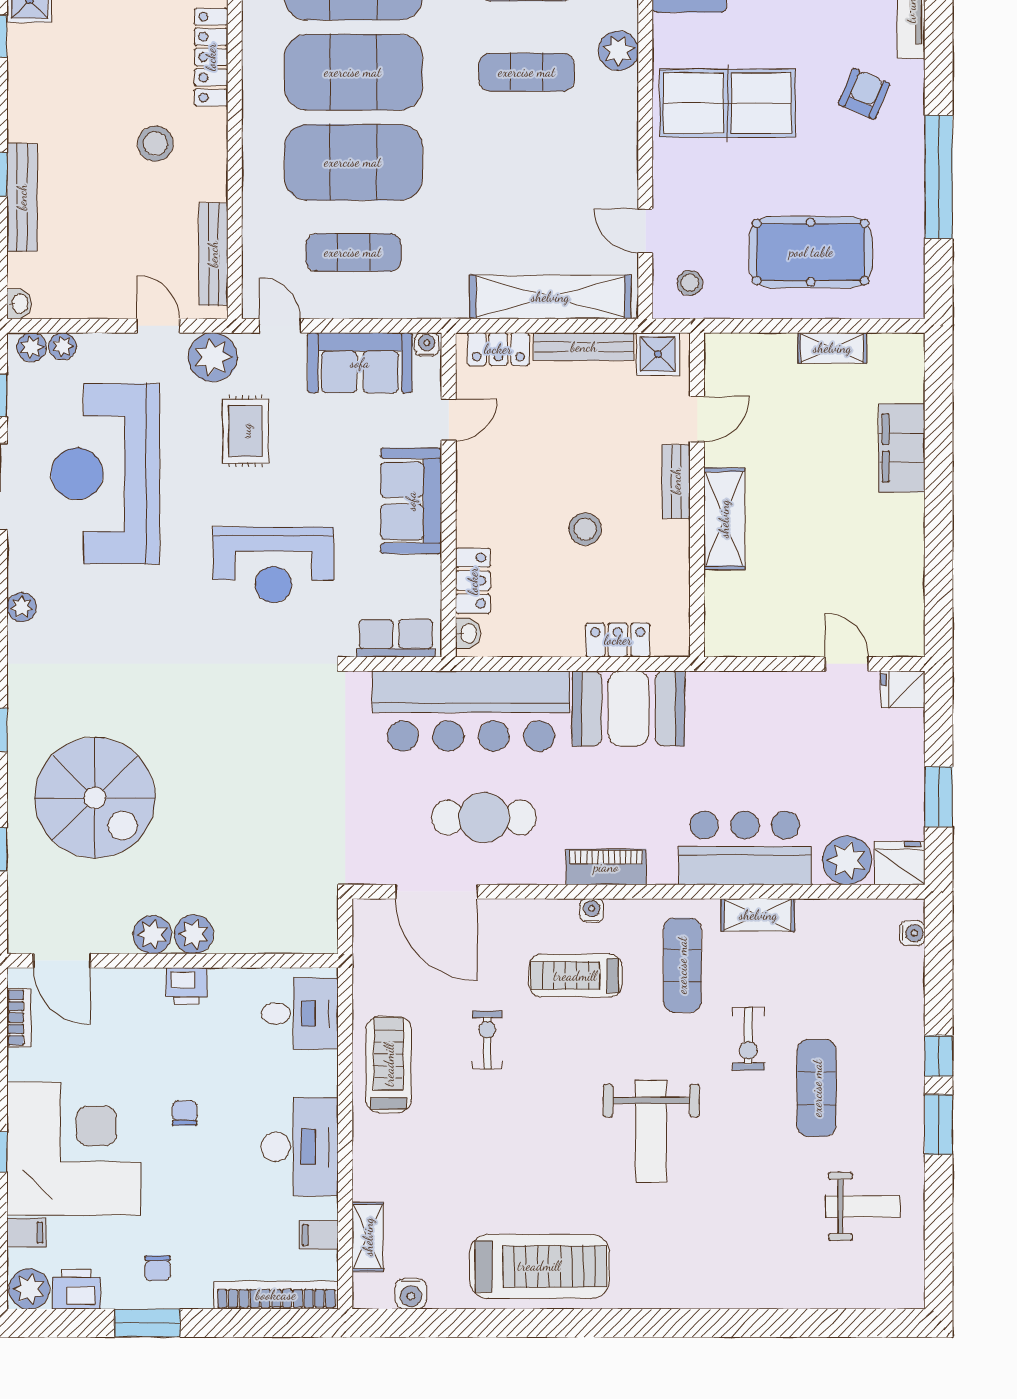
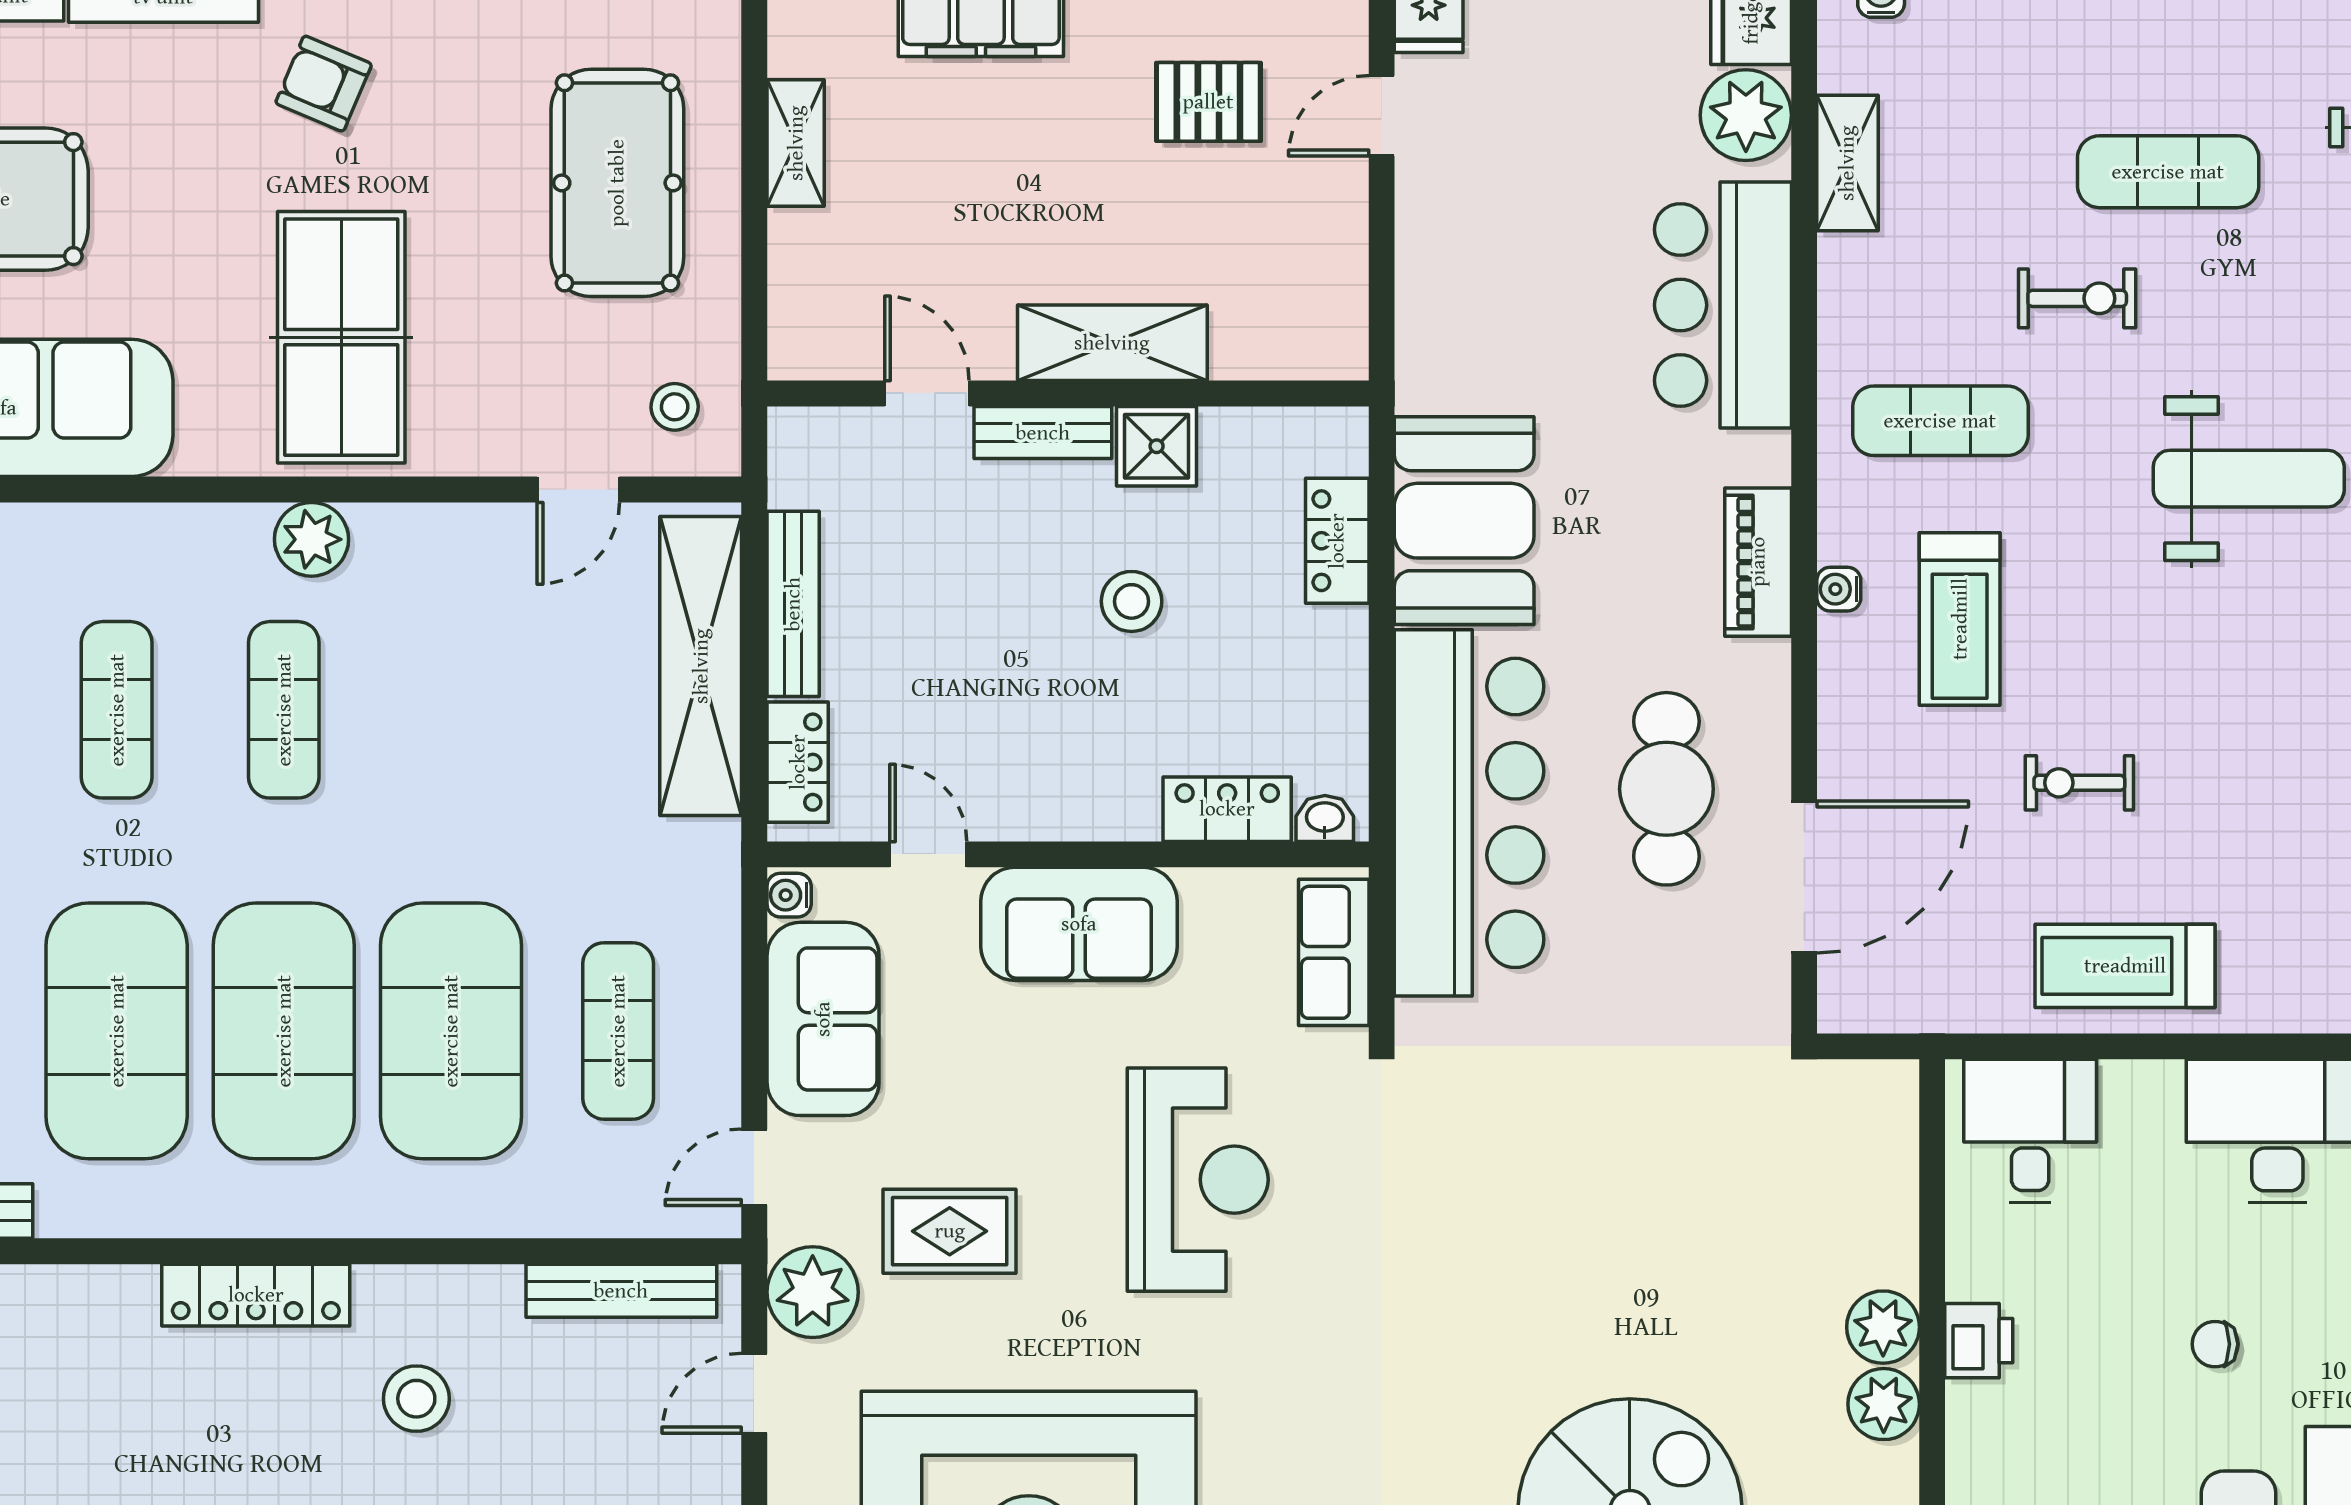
plant: (618, 51) -> (312, 539), moved
shower: (658, 354) -> (1157, 446), moved
pallet: (854, 571) -> (1208, 102), added
shelving: (758, 915) -> (1847, 163), moved

